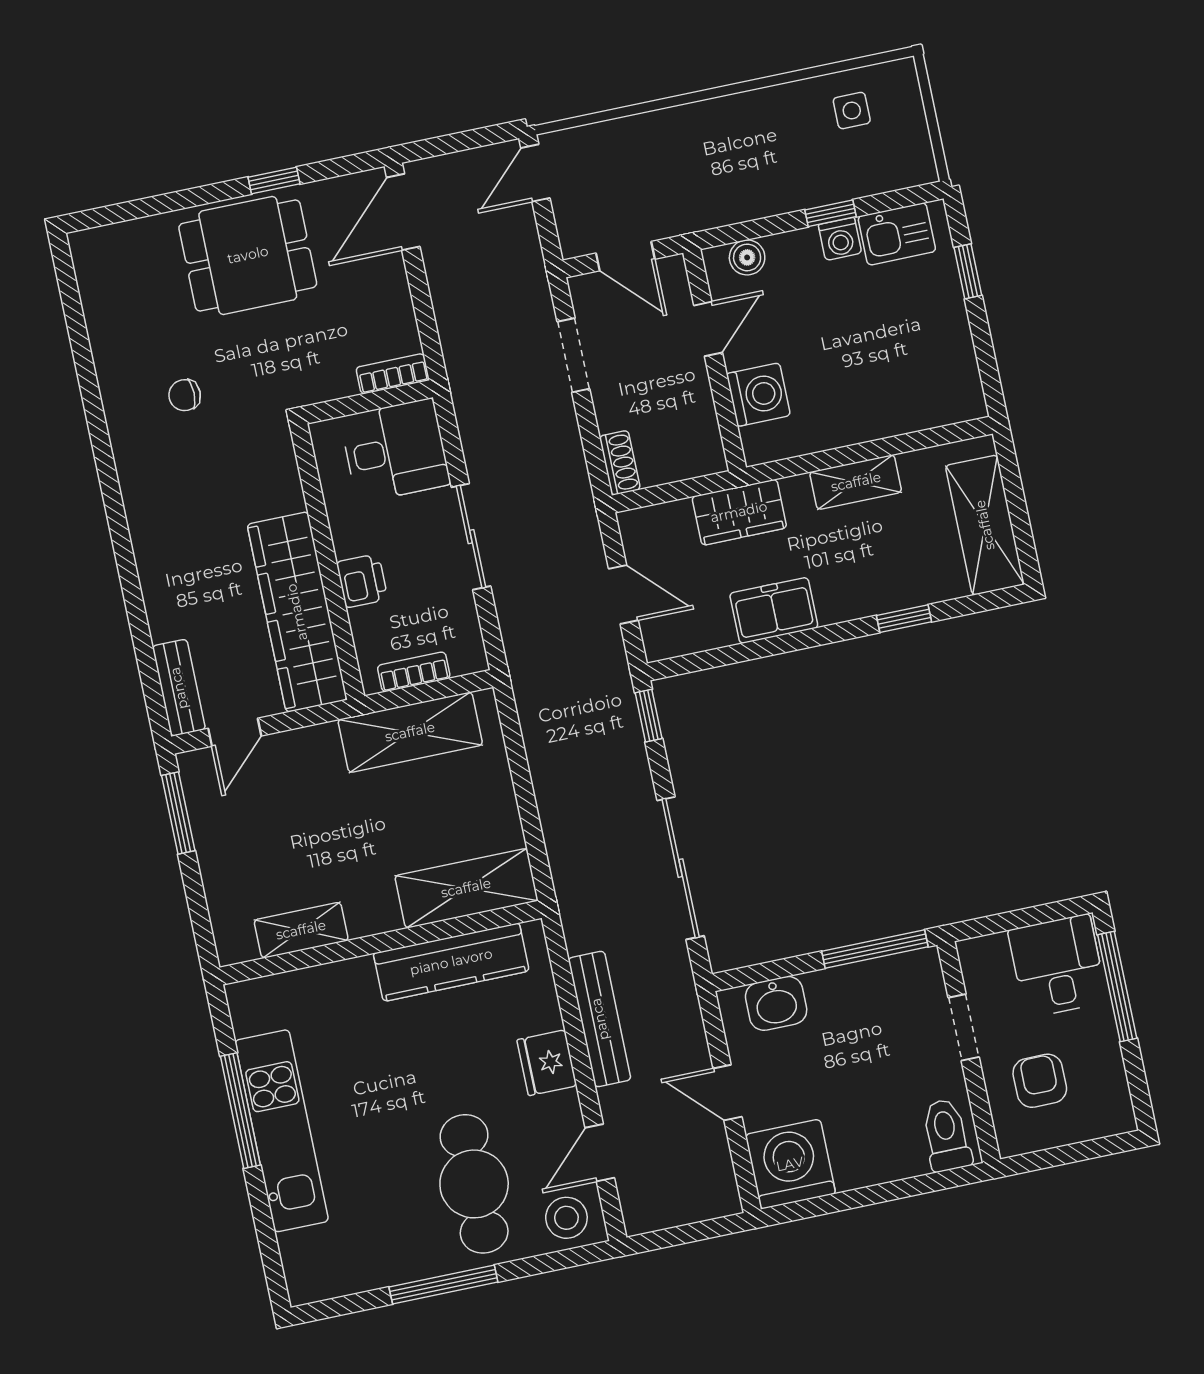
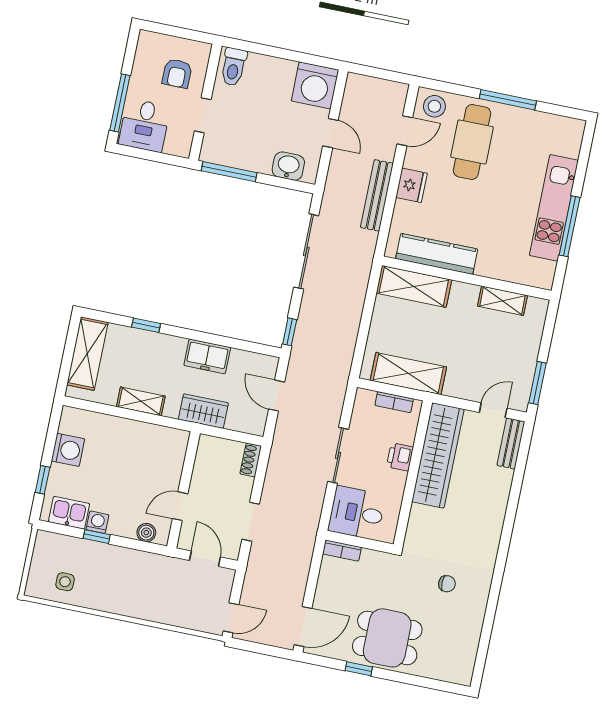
washing machine: (758, 395) -> (68, 450), moved, turned 180

